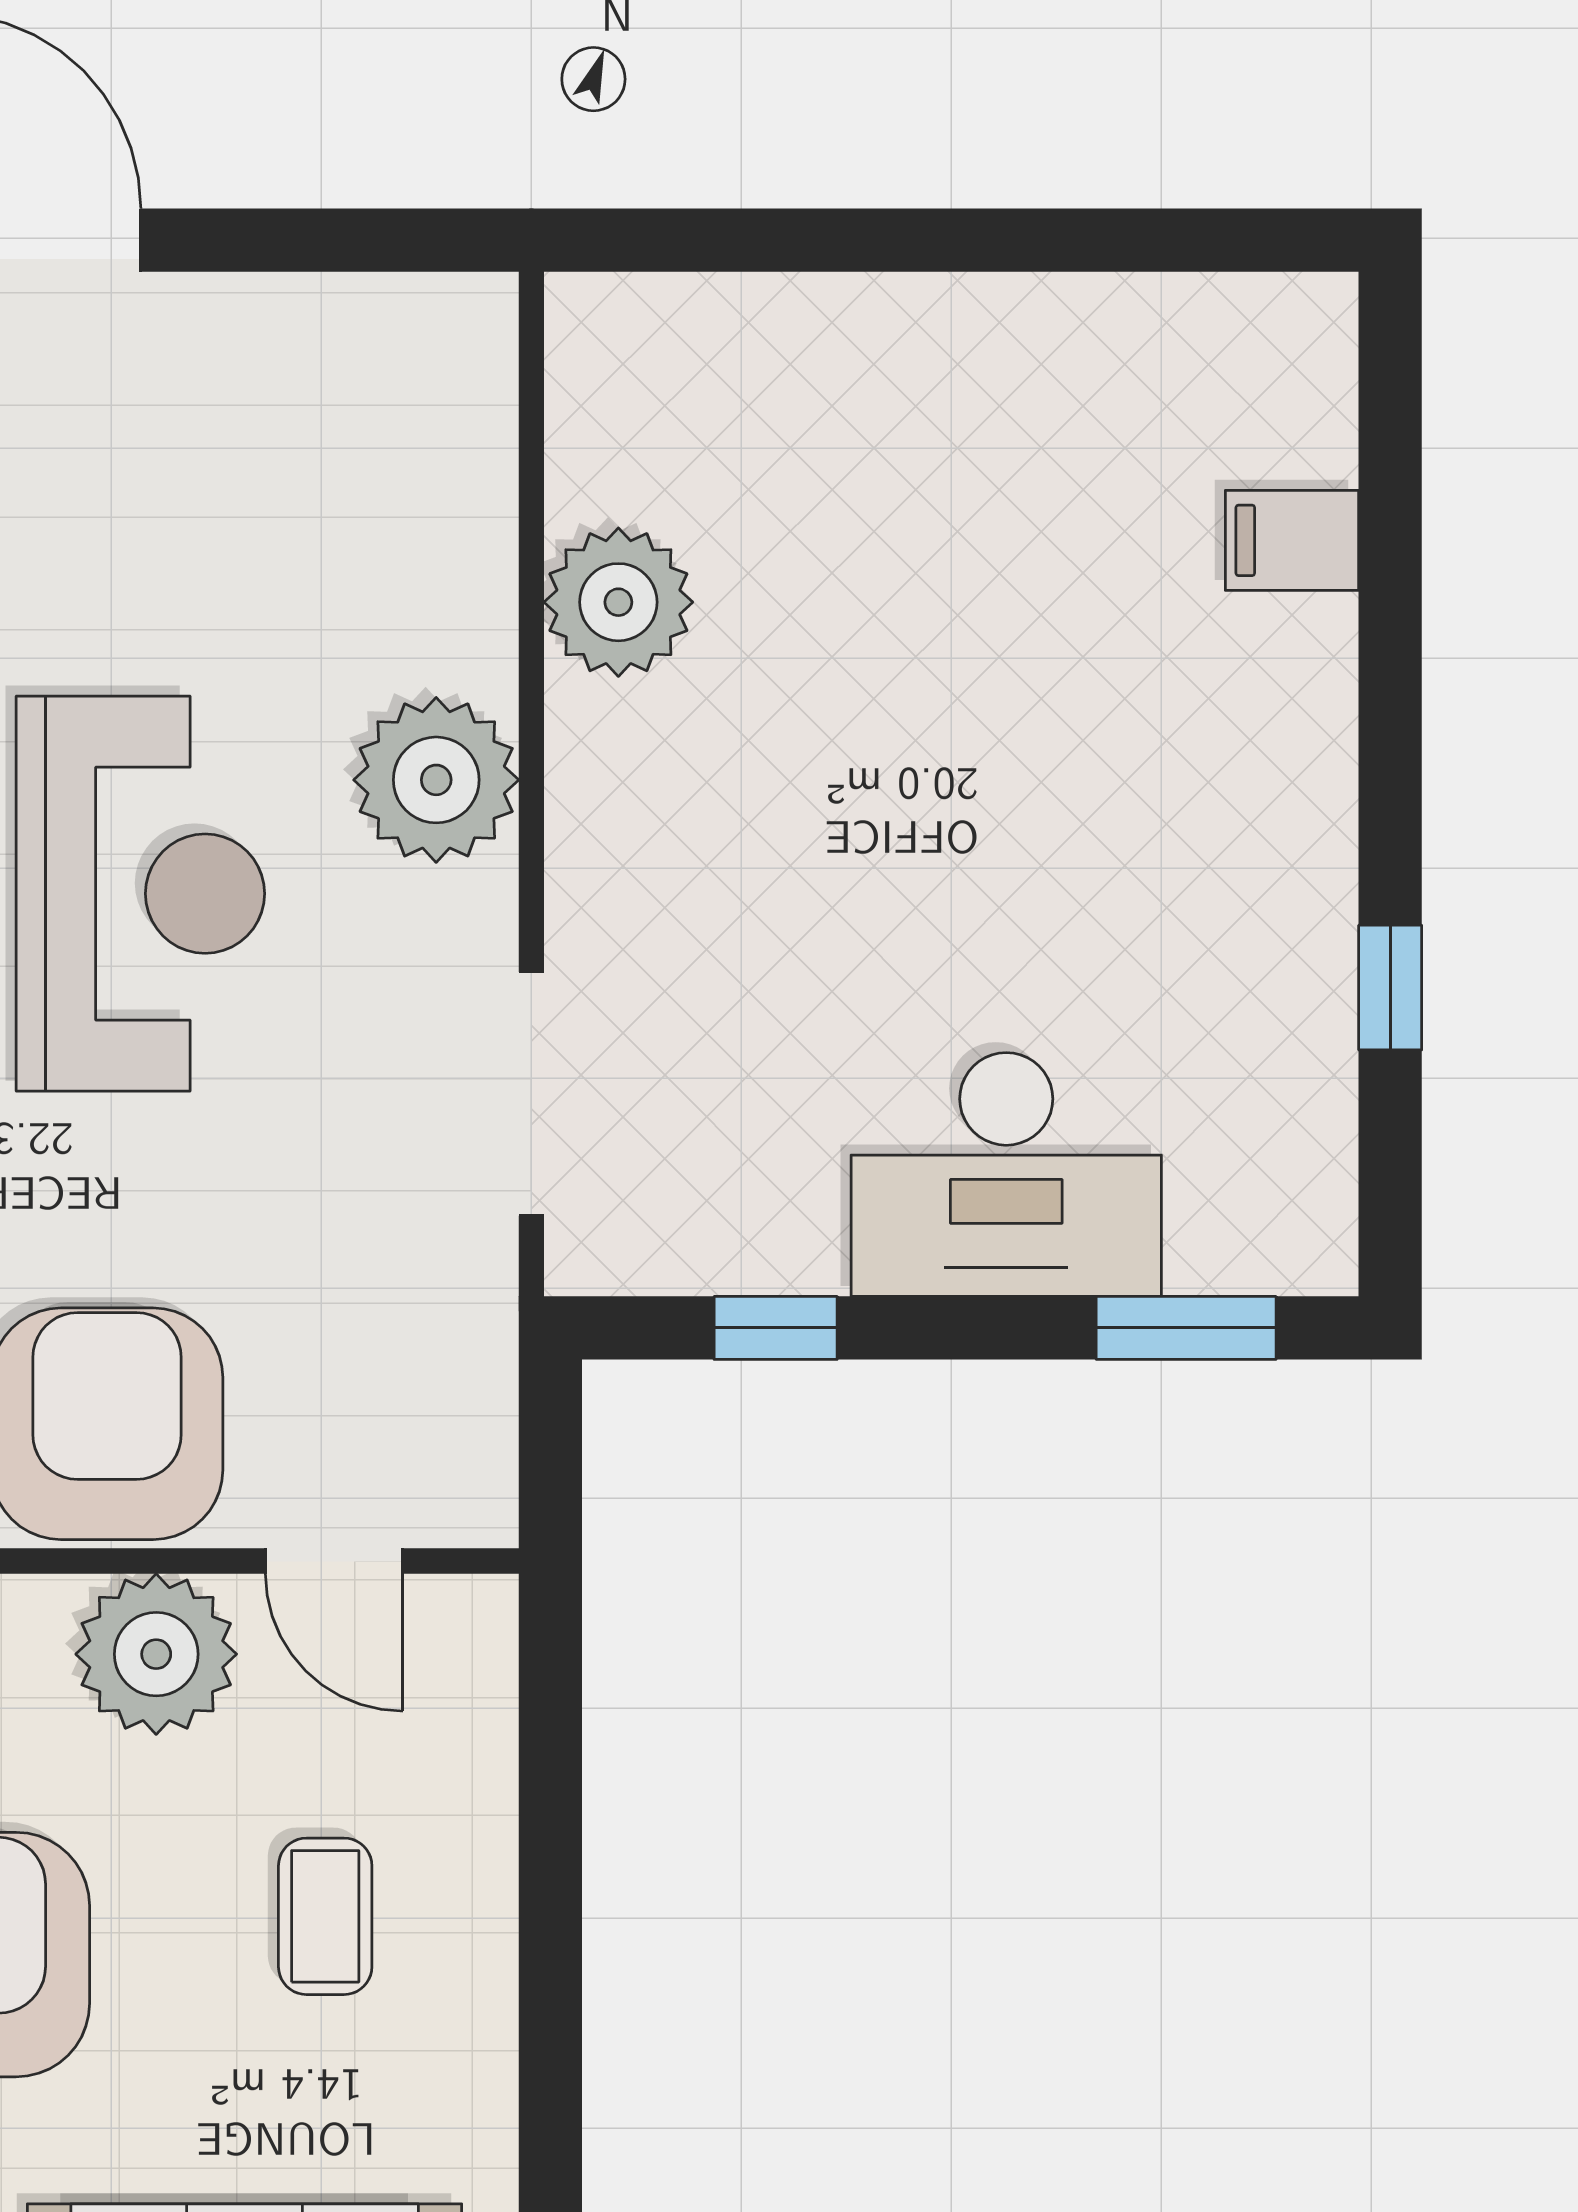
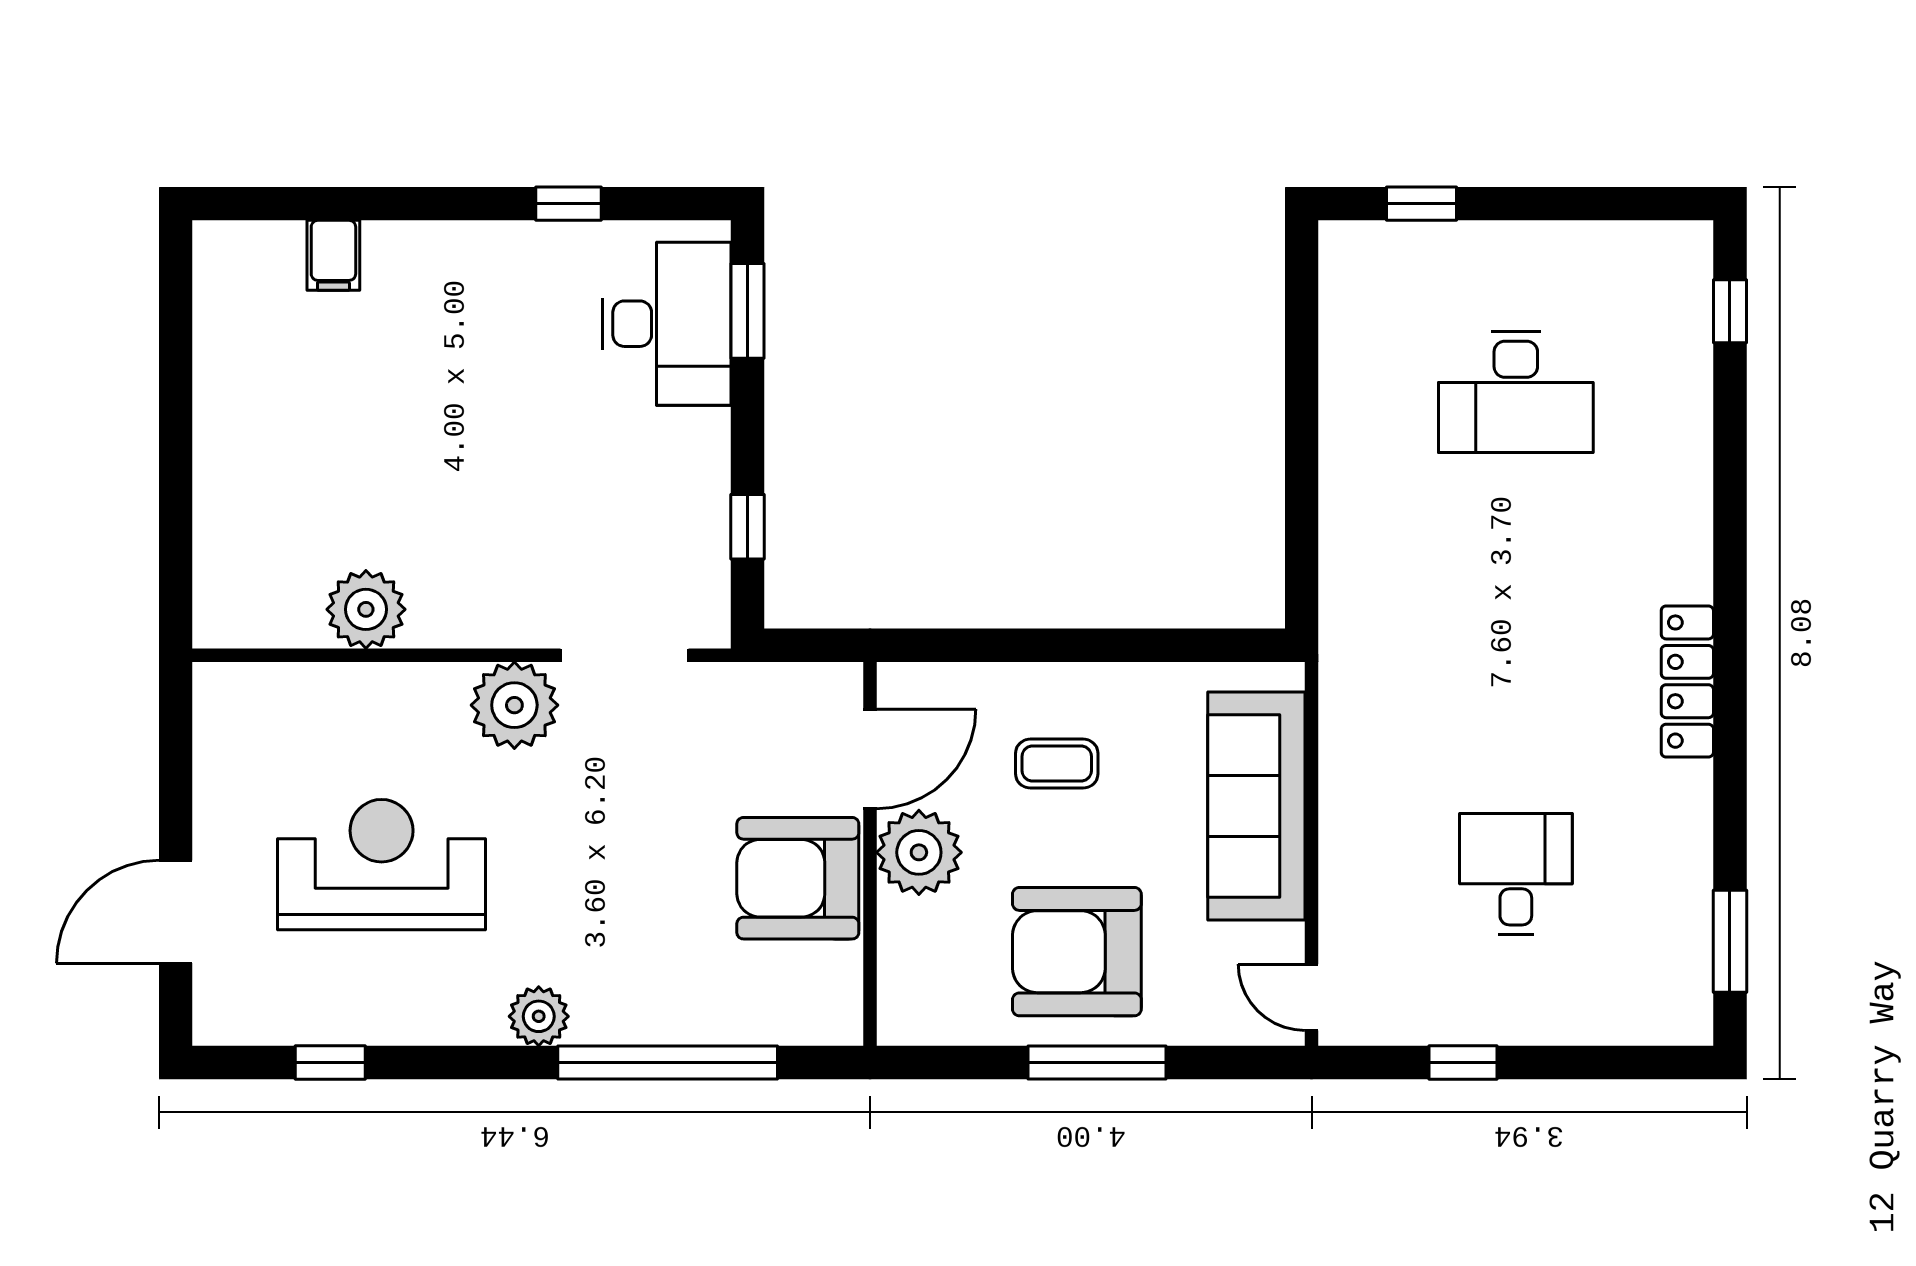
plant: (436, 780) -> (514, 705), moved
reception desk: (140, 894) -> (382, 865), moved
desk: (1006, 1175) -> (667, 324), moved
door: (334, 1561) -> (870, 759), width x1.38

